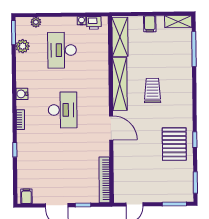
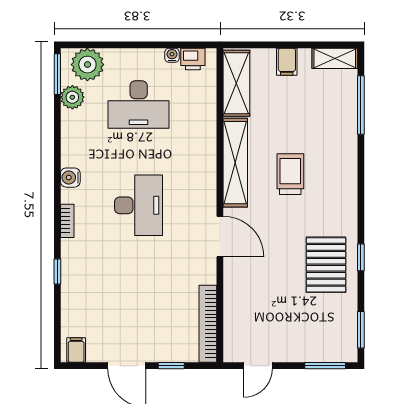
plant: (36, 22) -> (87, 65), width x1.87, depth x1.87
desk: (62, 50) -> (139, 105), turned -90

